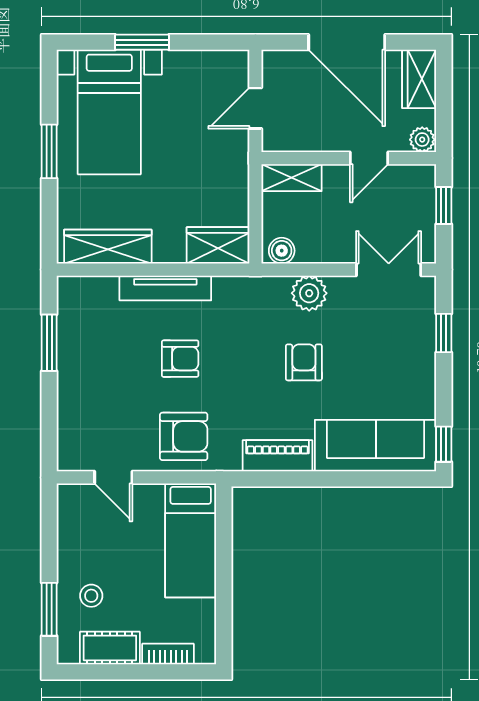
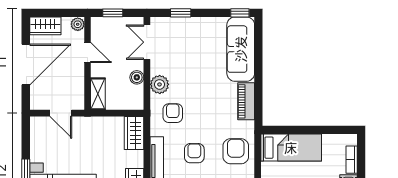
boiler: (282, 251) -> (137, 77), moved
armchair: (304, 362) -> (173, 113), moved, turned 90

